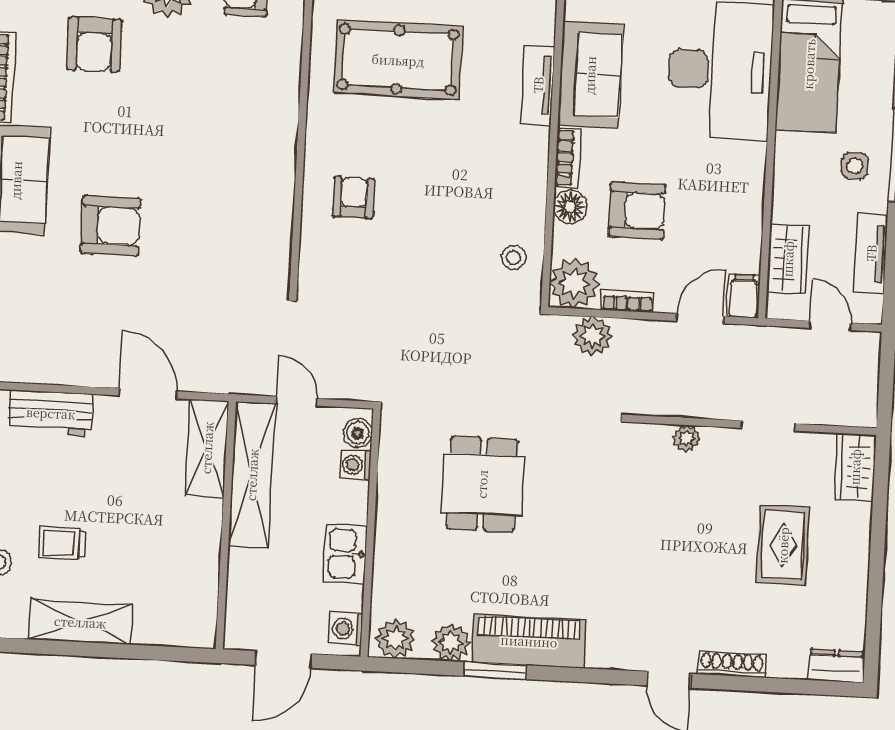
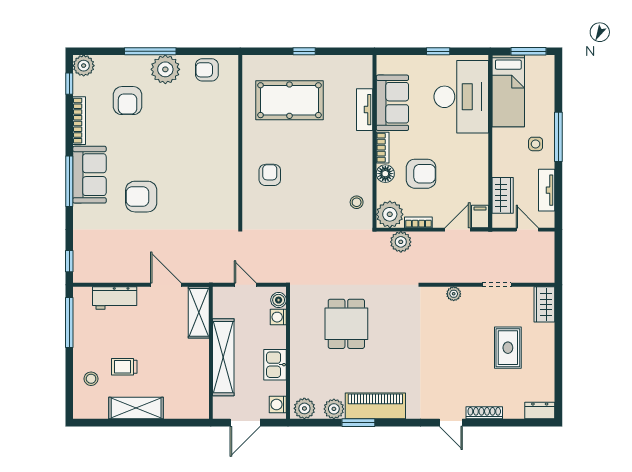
armchair: (111, 226) -> (141, 197), turned 180
shelving: (252, 475) -> (223, 357), moved

